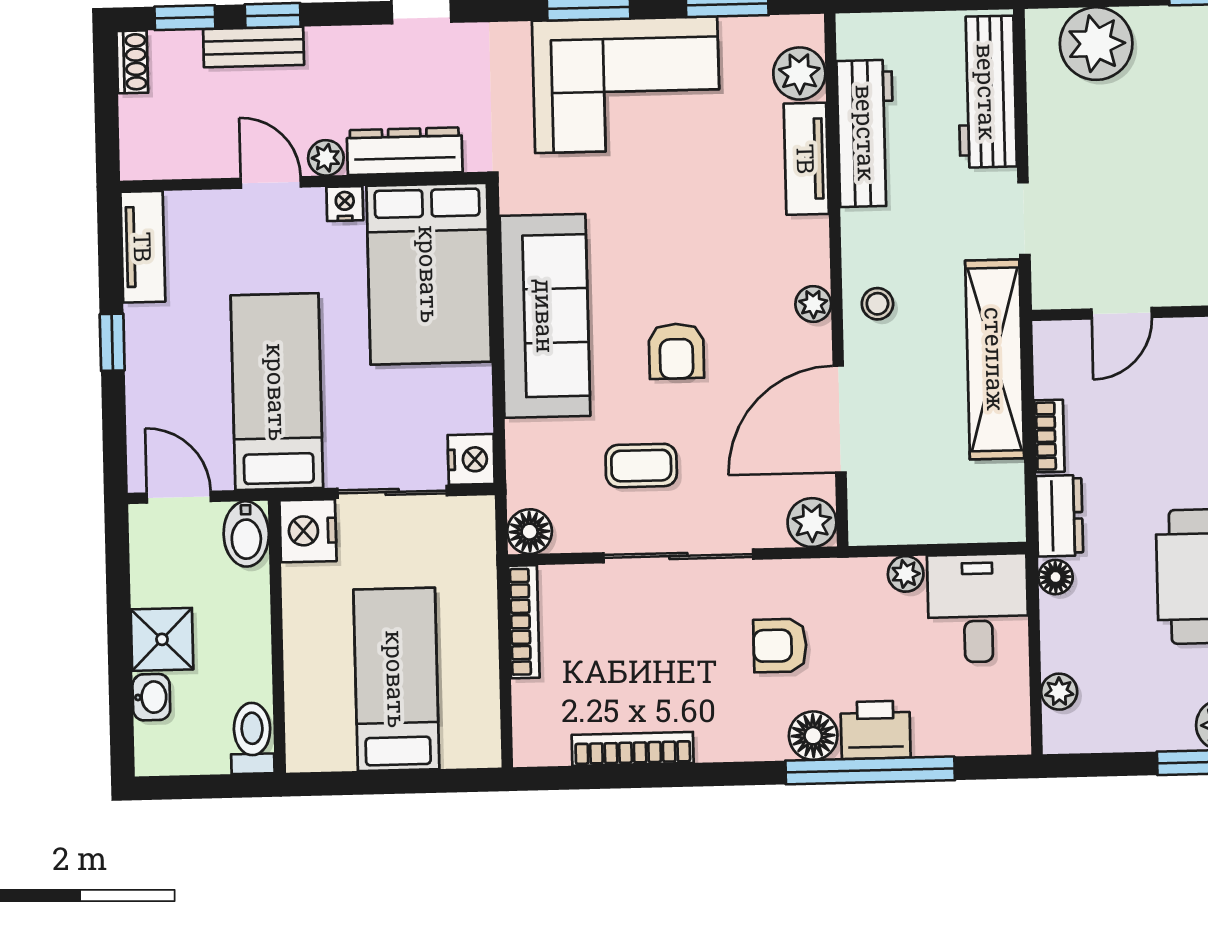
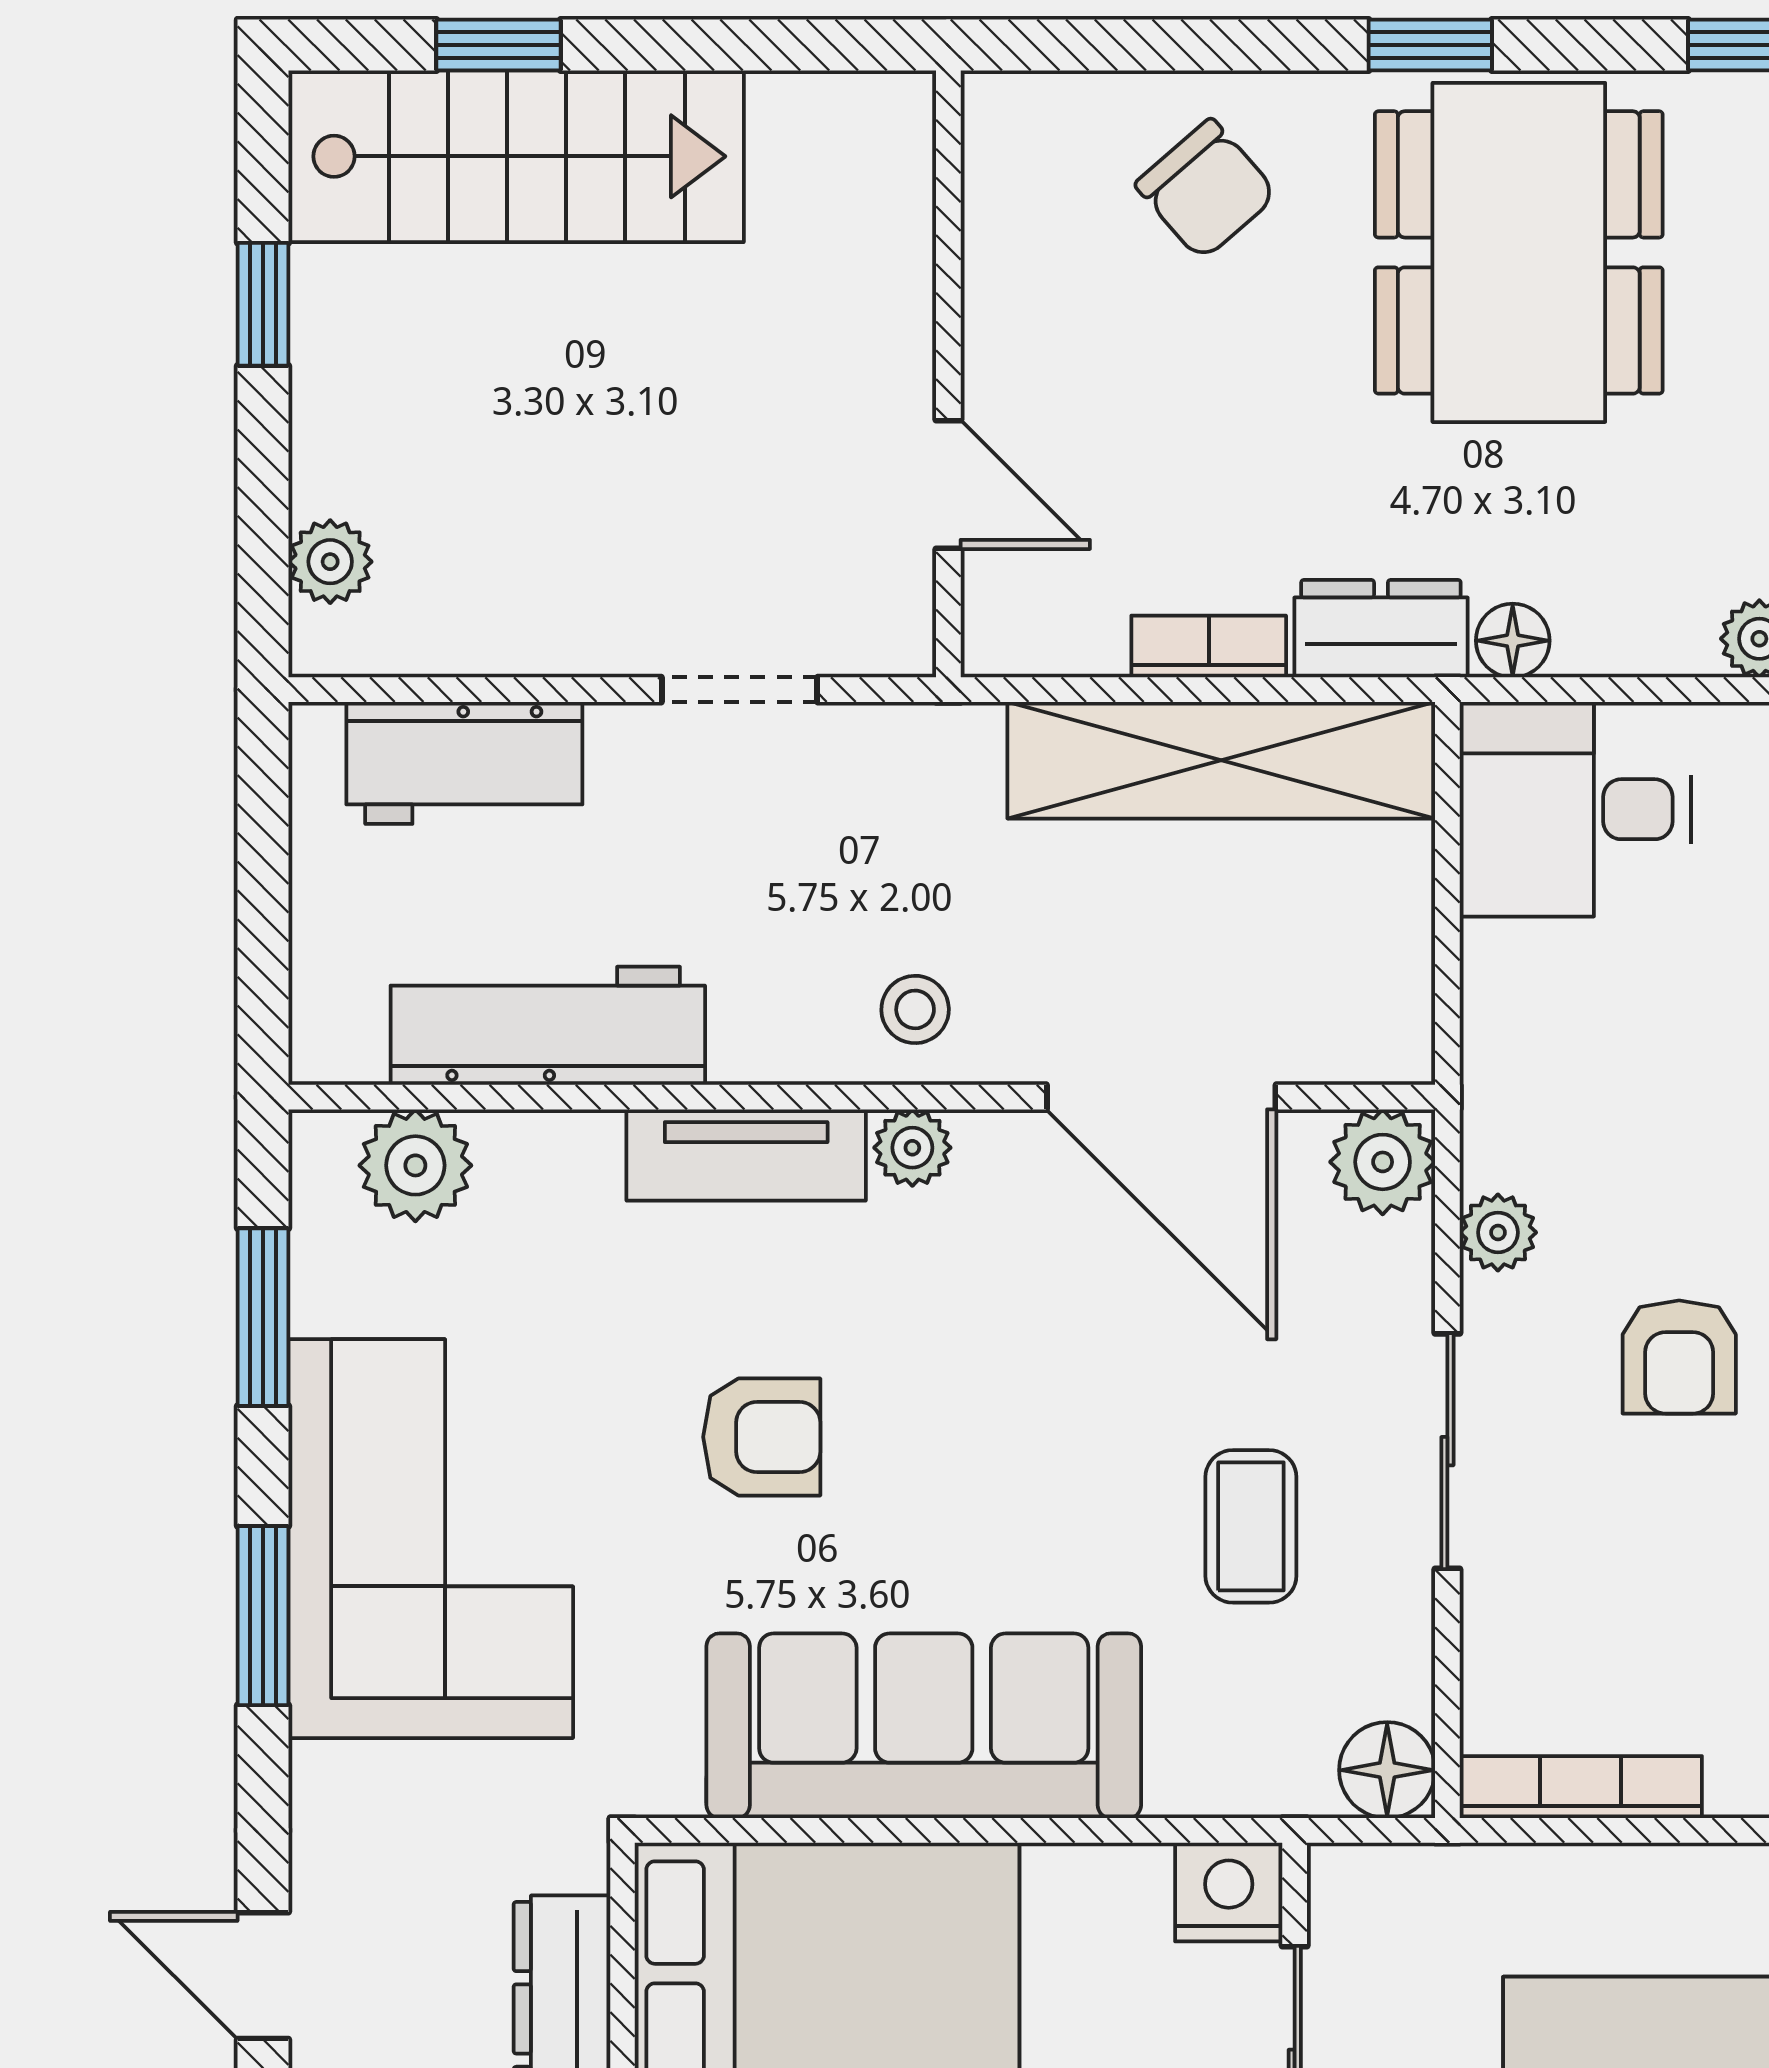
plant: (1096, 44) -> (330, 562), width x0.53, depth x0.53
workbench: (987, 92) -> (464, 763), width x0.73
tv unit: (806, 159) -> (746, 1155), moved
armchair: (676, 351) -> (762, 1437), moved
shelving: (995, 359) -> (1221, 760), moved
sliding door: (678, 556) -> (1447, 1451), width x0.73
plant: (906, 574) -> (1498, 1232), moved
armchair: (780, 646) -> (1679, 1357), moved

